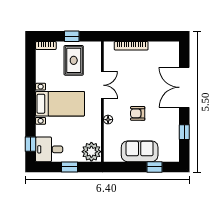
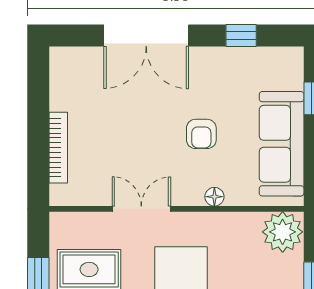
sofa: (140, 151) -> (282, 144), width x1.36

